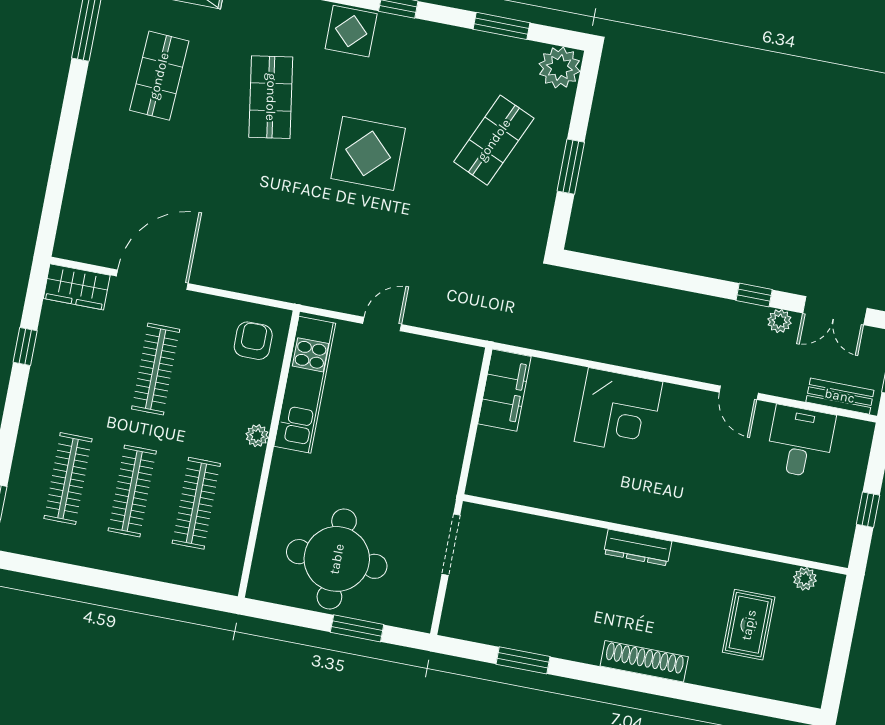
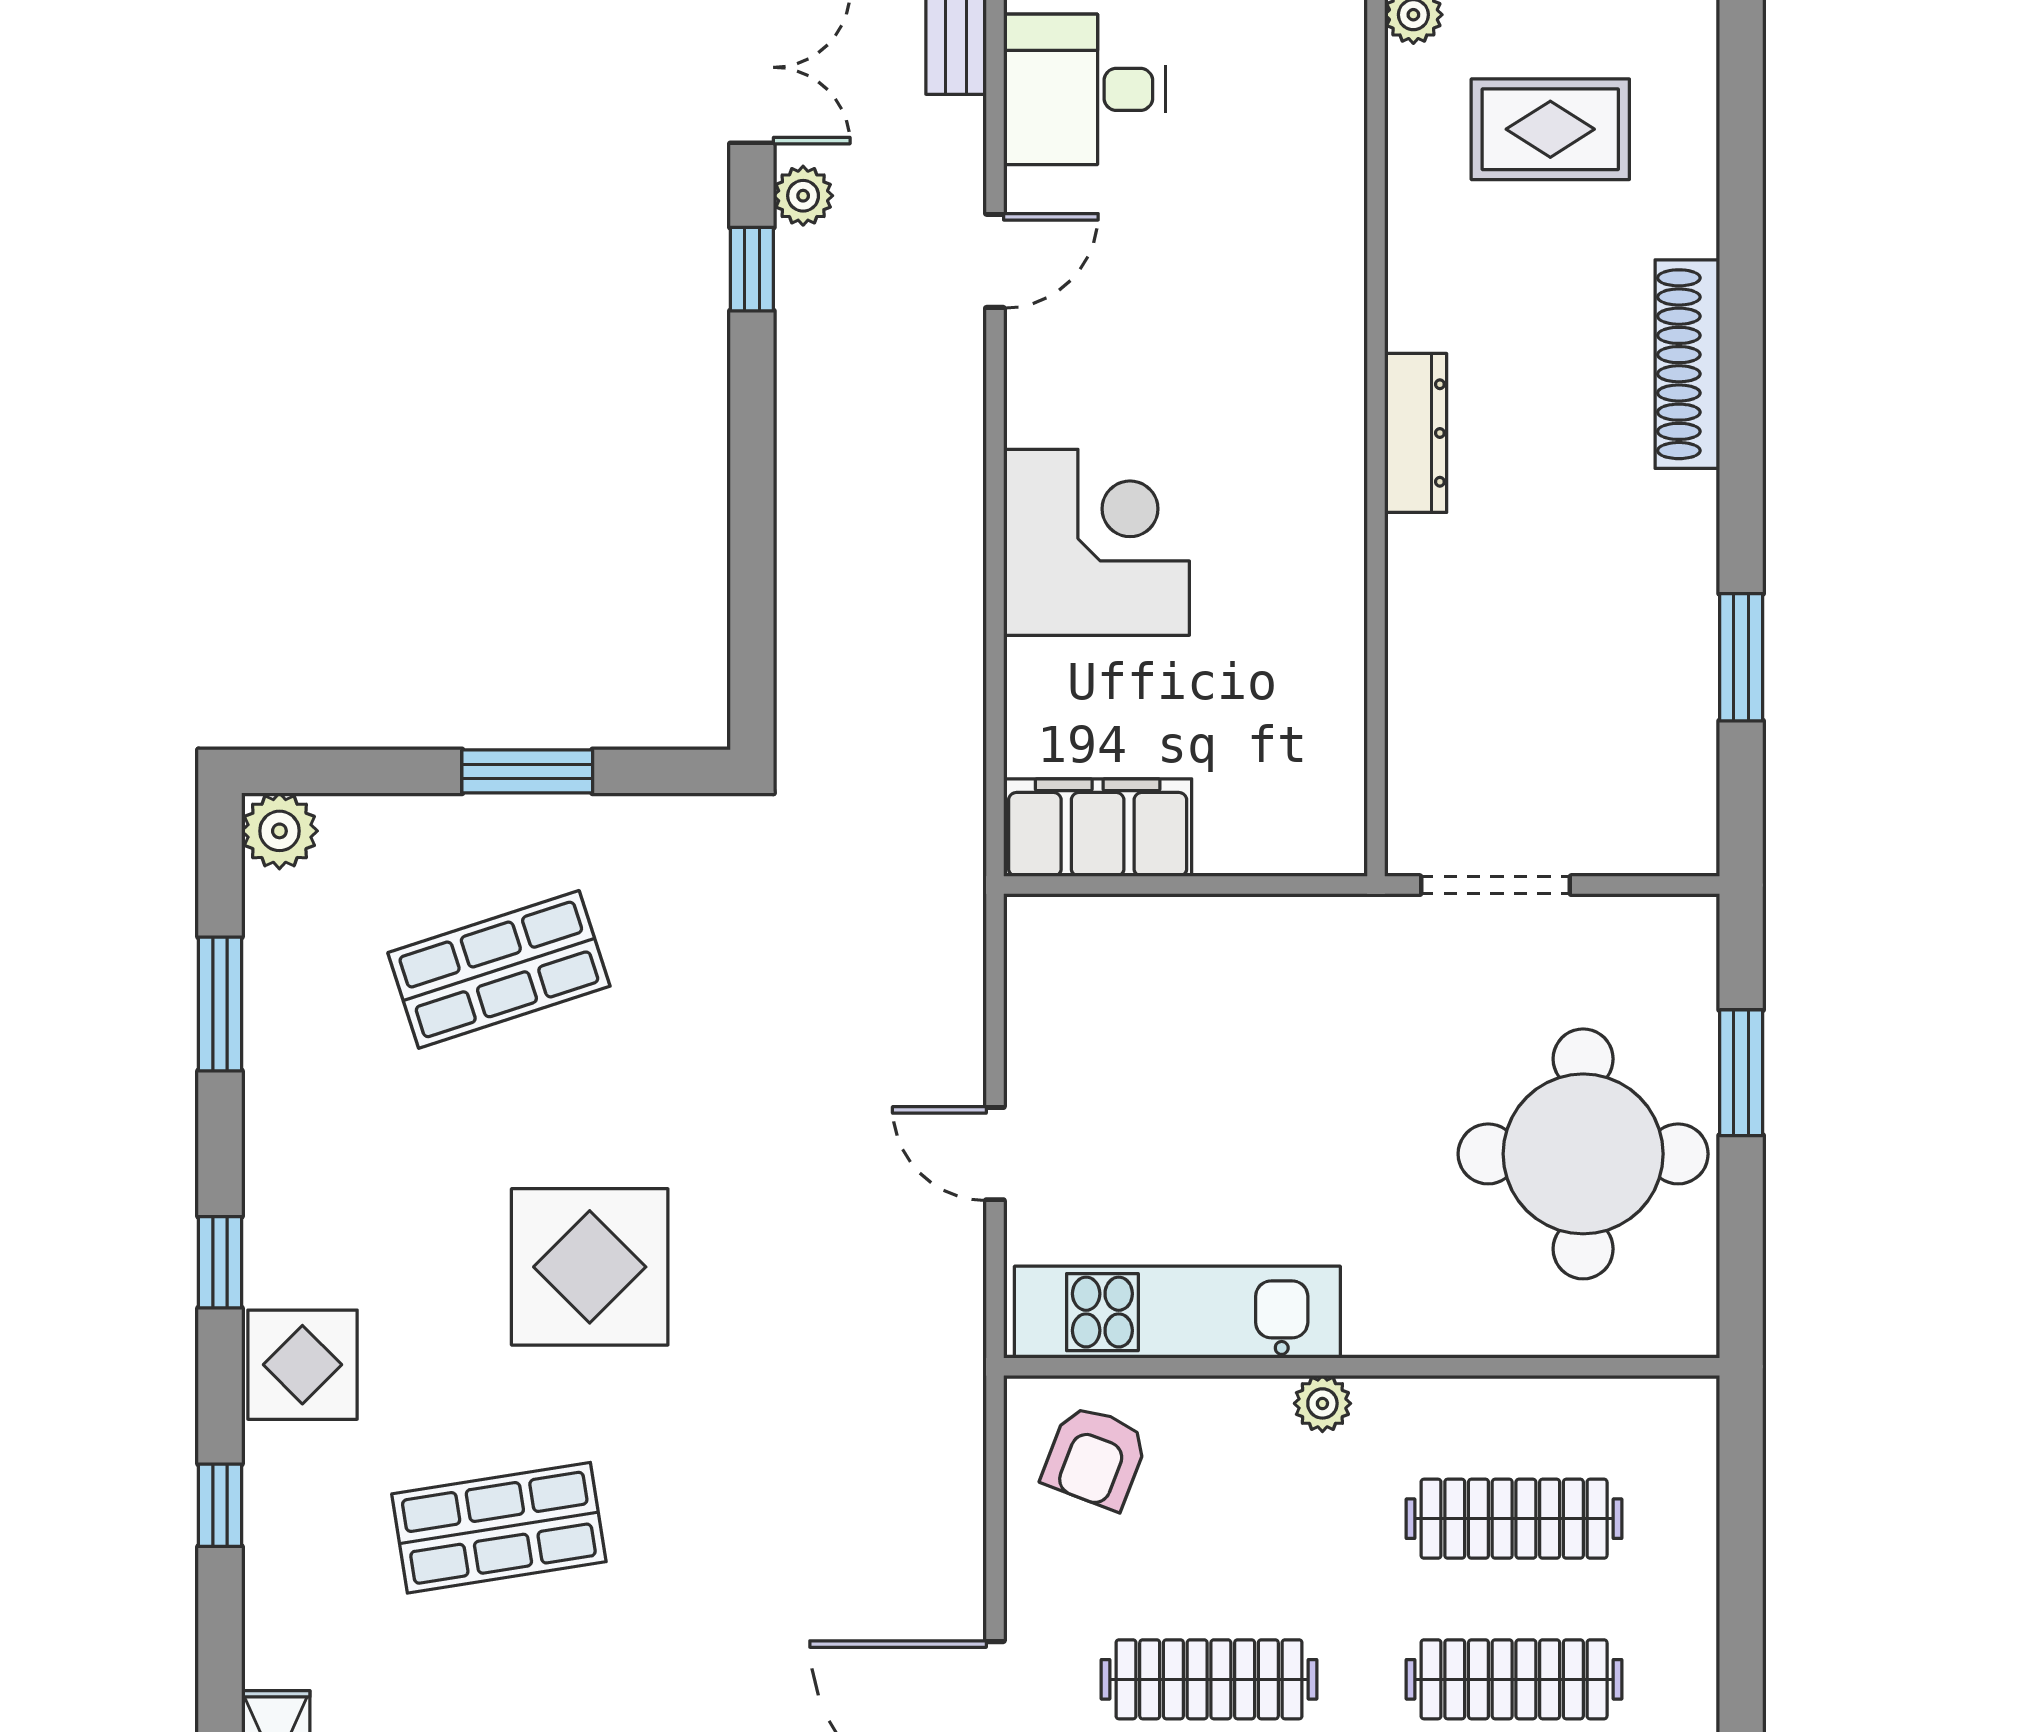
plant: (559, 68) -> (279, 831), width x0.73, depth x0.73
shop shelf: (494, 140) -> (499, 969), turned -42
armchair: (253, 341) -> (1095, 1457), turned -69

